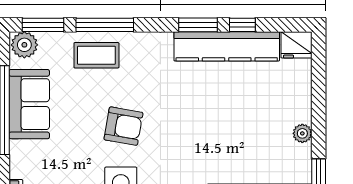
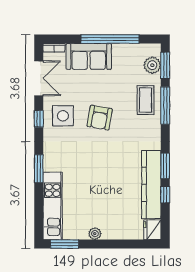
plant: (24, 45) -> (152, 65), moved
sofa: (29, 104) -> (89, 56), moved

